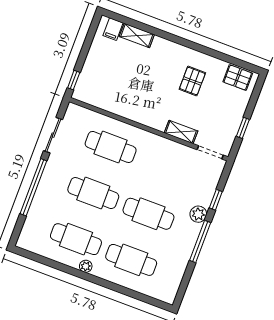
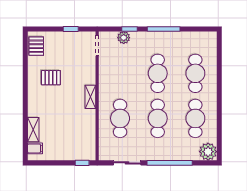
shelving: (181, 132) -> (90, 97), moved
plant: (198, 214) -> (124, 38), moved
plant: (86, 266) -> (208, 152), moved, width x1.87, depth x1.87

